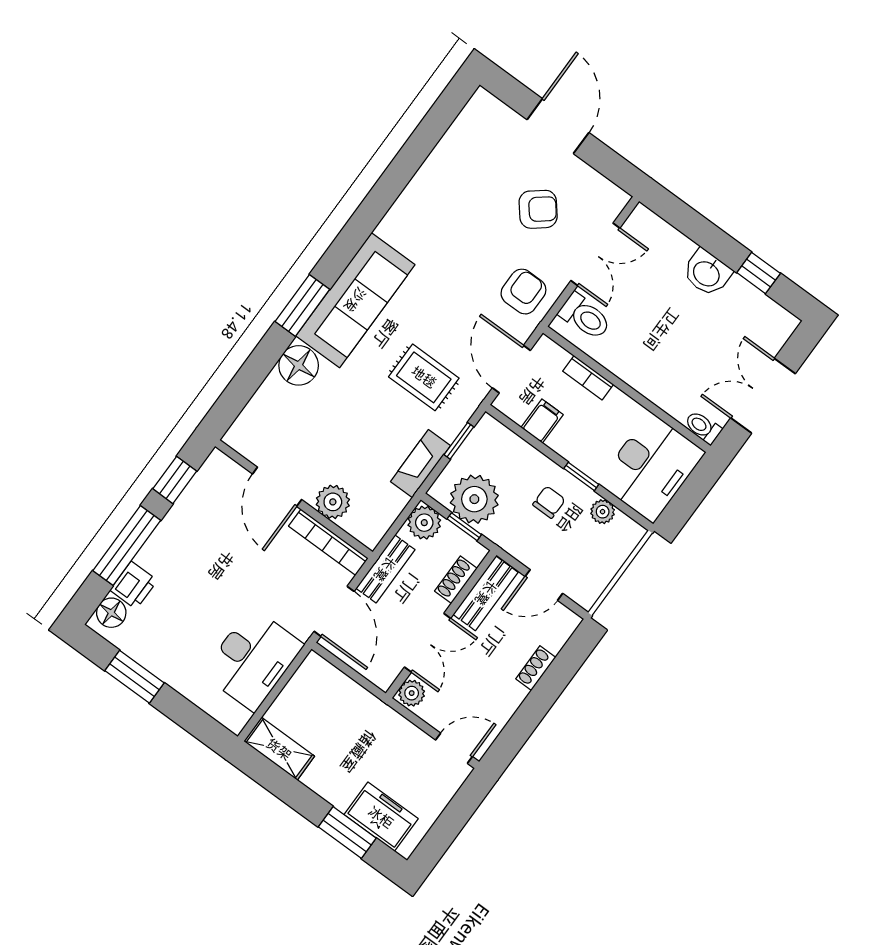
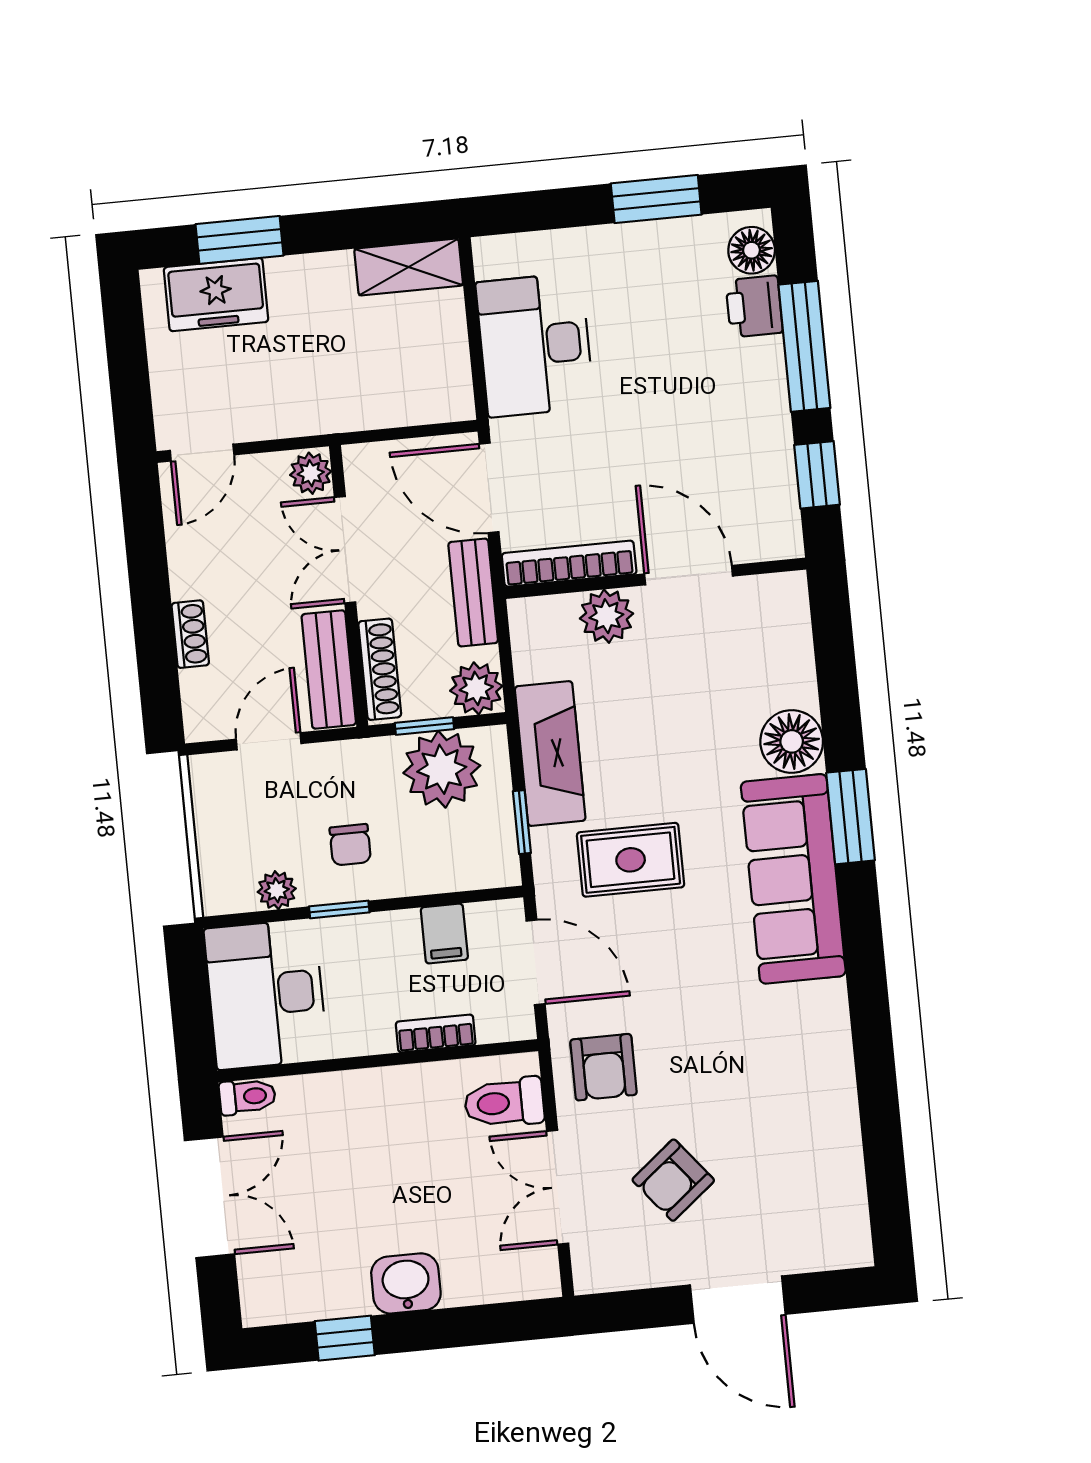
fireplace: (420, 464) -> (550, 754), width x1.37, depth x1.32
shoe rack: (456, 580) -> (380, 669), width x1.43

